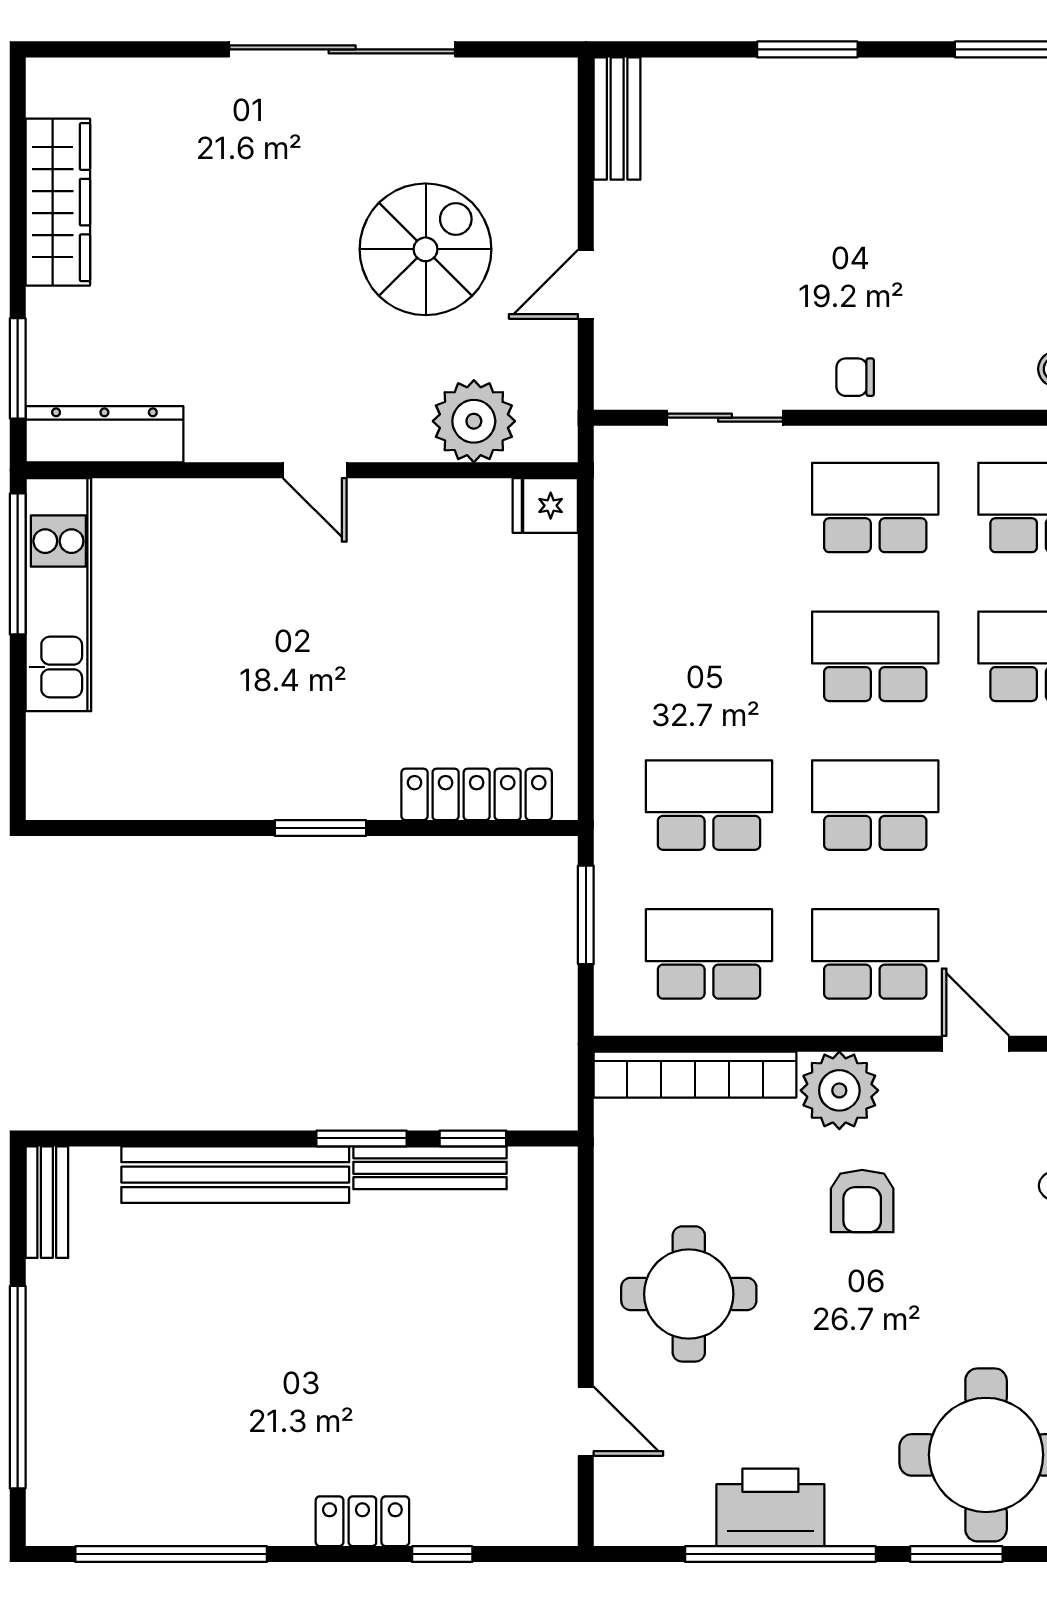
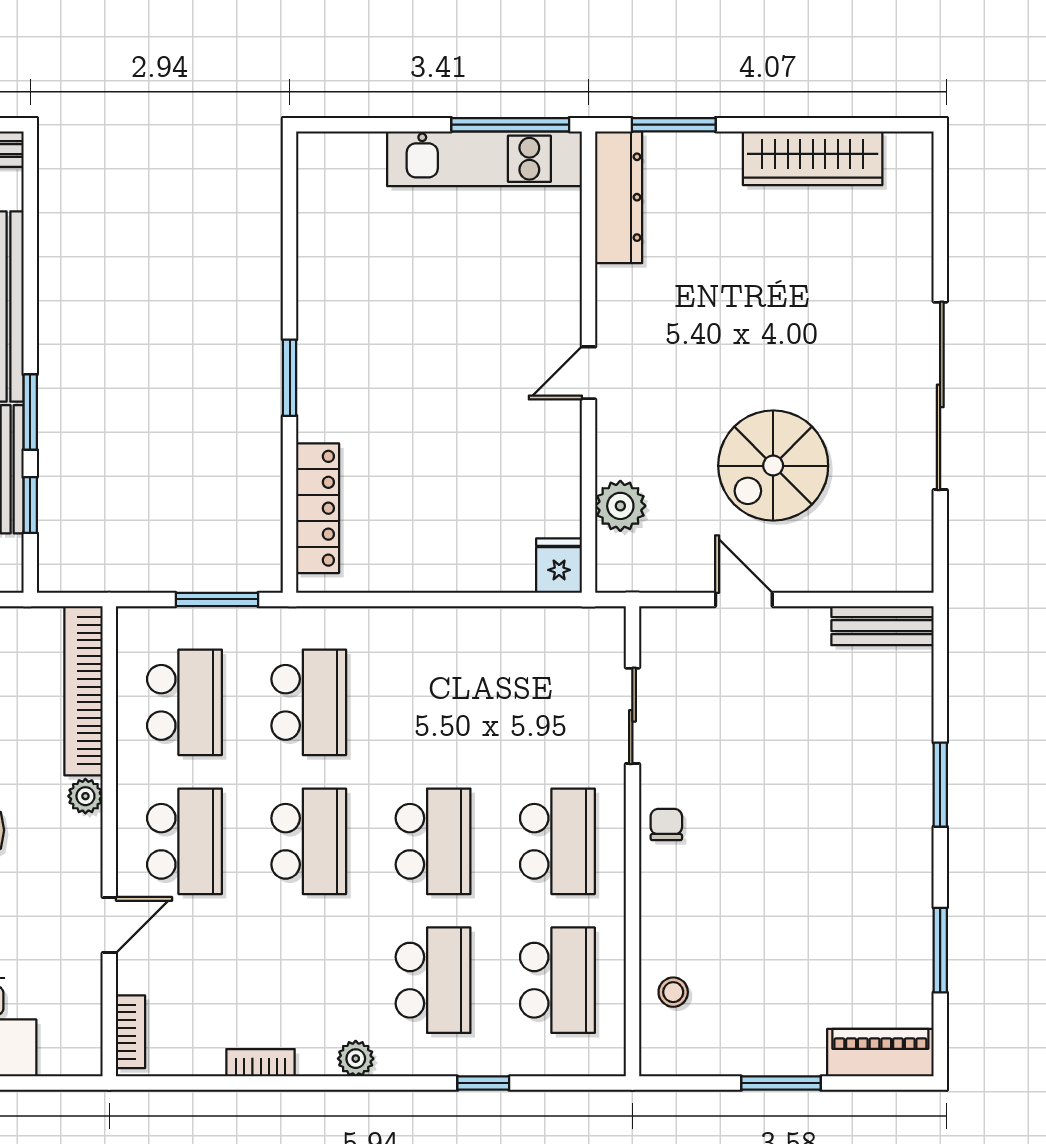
spiral stairs: (426, 249) -> (773, 466), turned 90
plant: (474, 421) -> (620, 506), width x0.73, depth x0.73
plant: (839, 1090) -> (85, 796), width x0.53, depth x0.53

